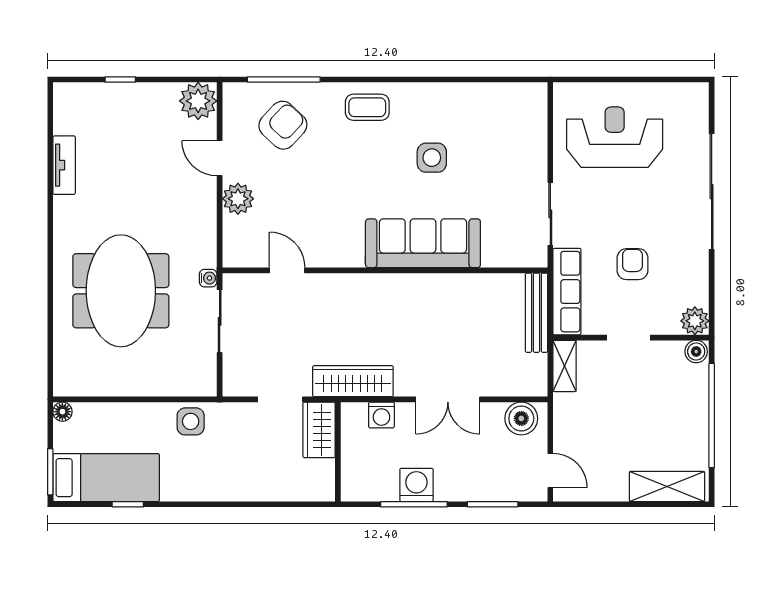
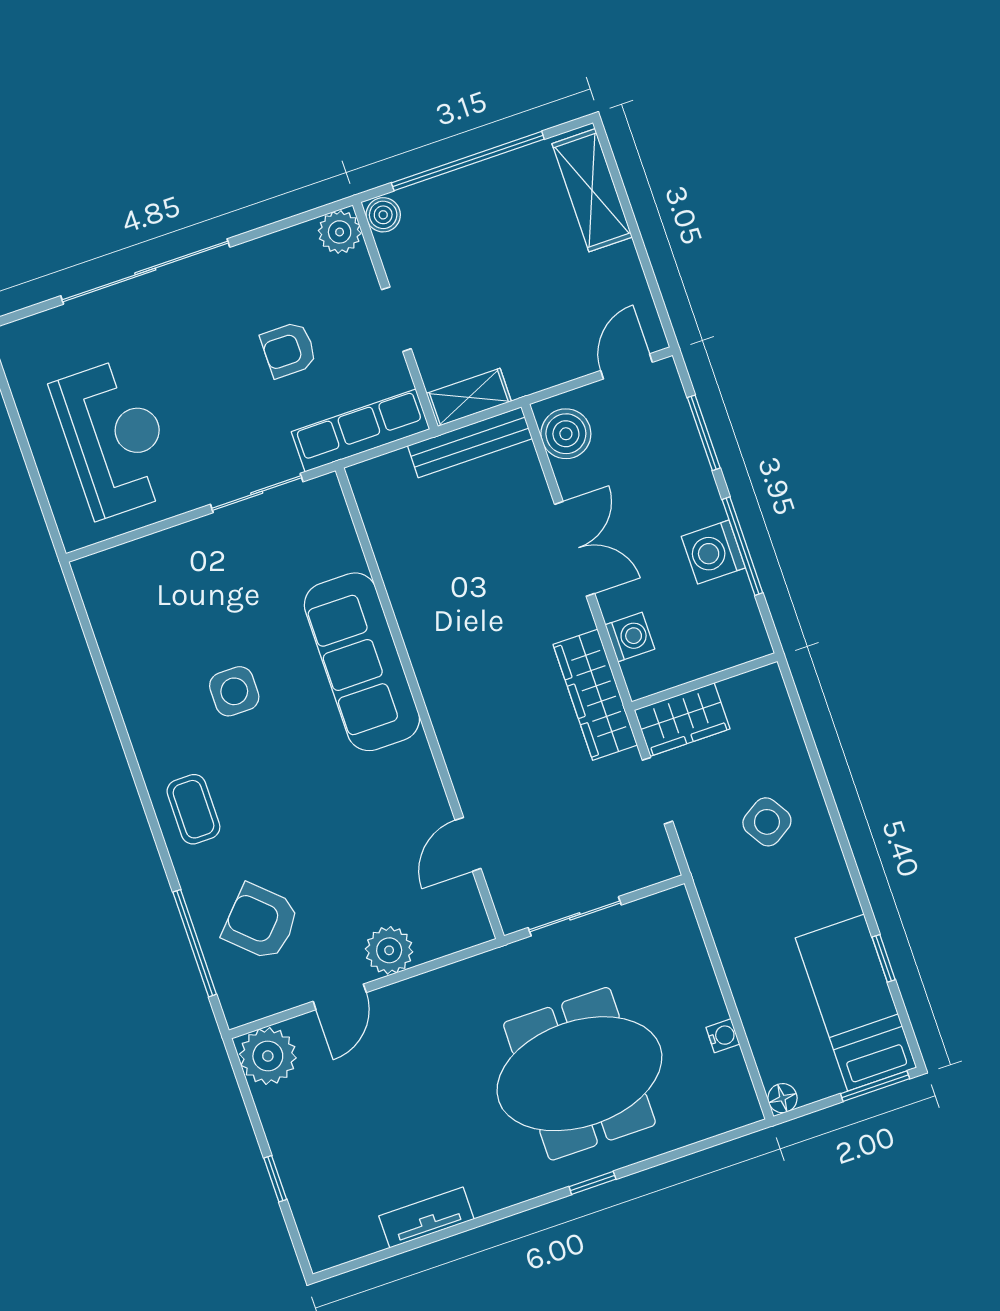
reception desk: (615, 137) -> (115, 438), turned 180
window: (50, 276) -> (592, 1183), added
water cooler: (208, 278) -> (723, 1036), moved, turned 90
bench: (536, 313) -> (470, 442), moved
side table: (191, 421) -> (767, 822), moved, turned -32

